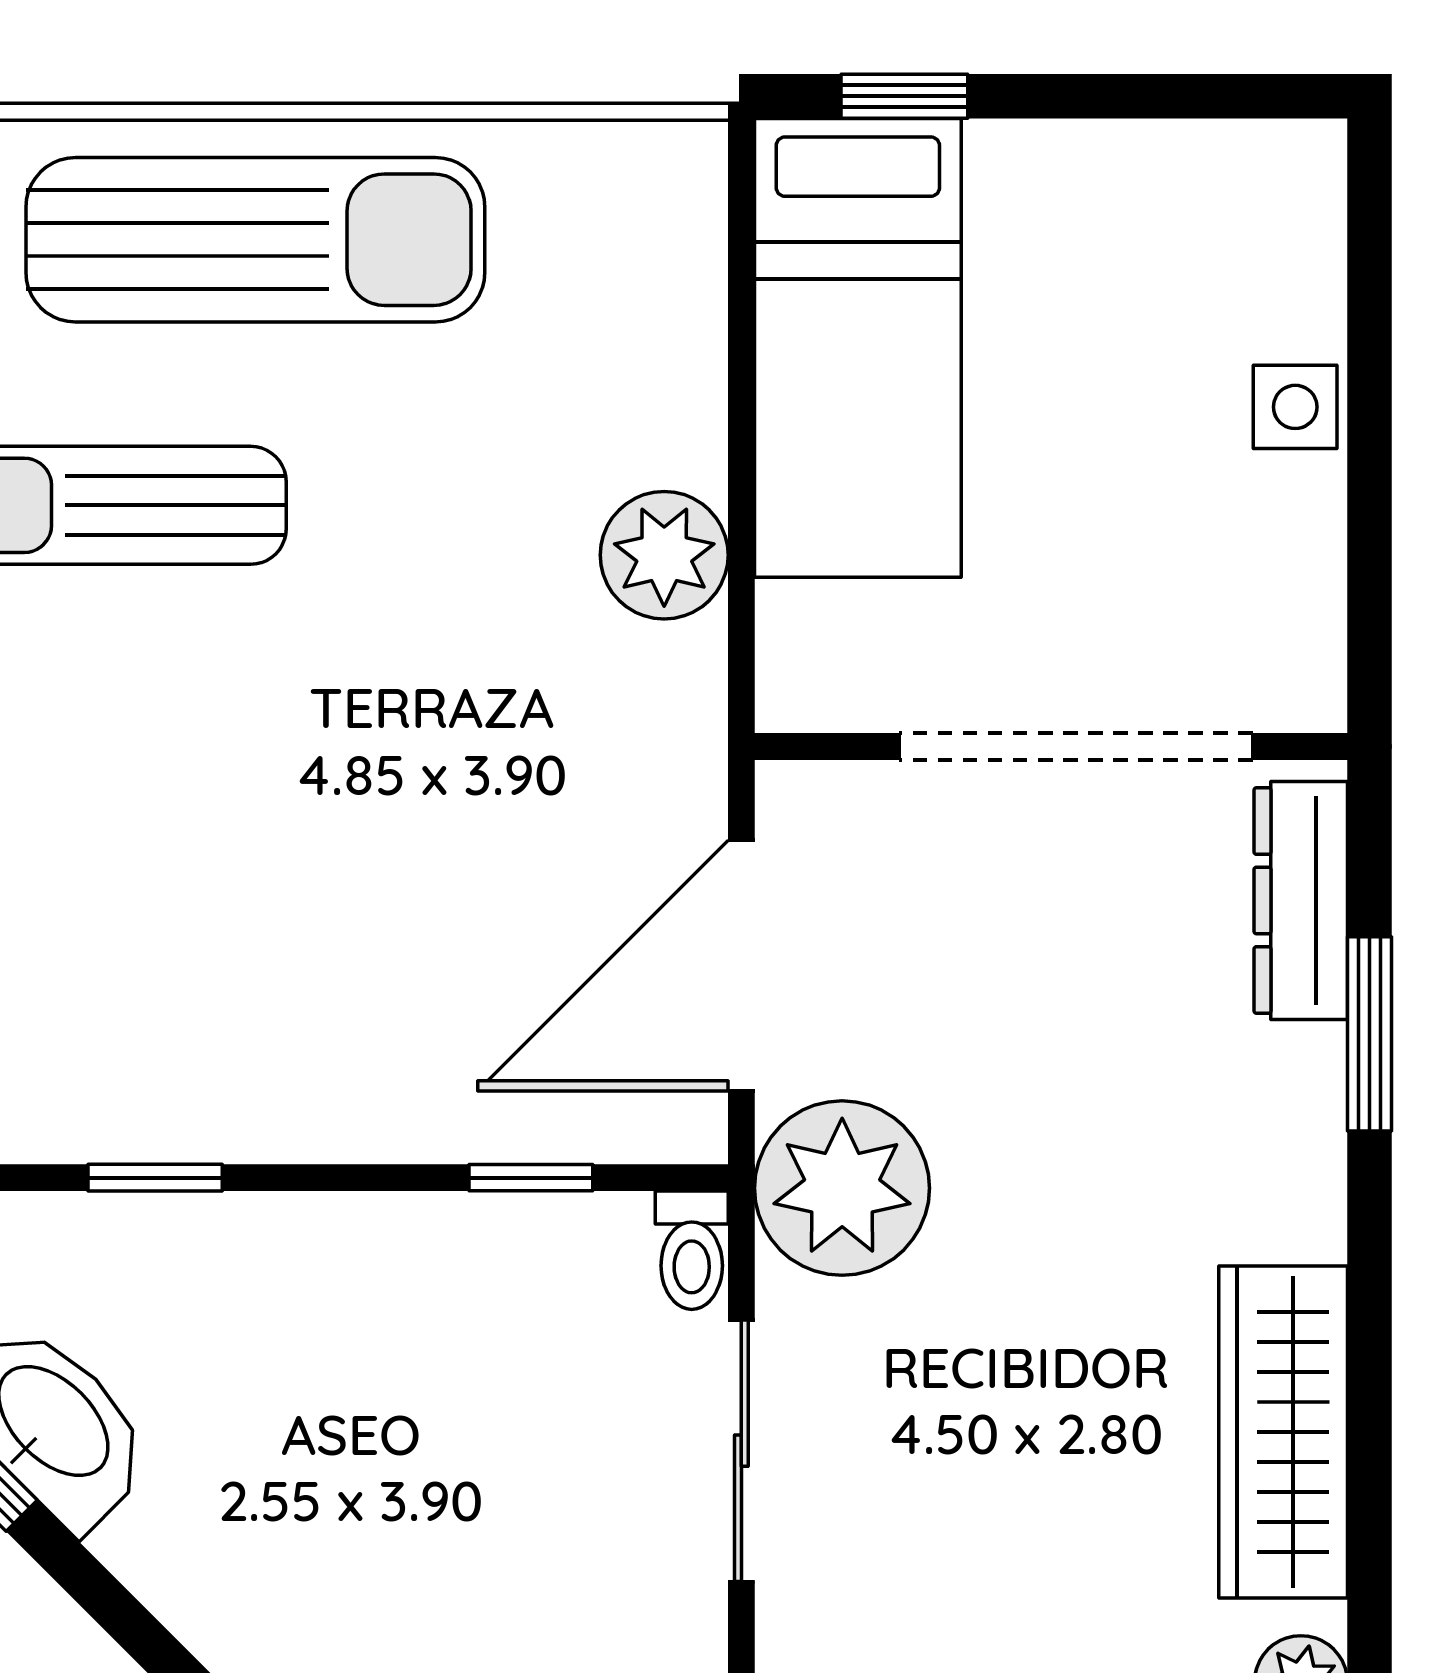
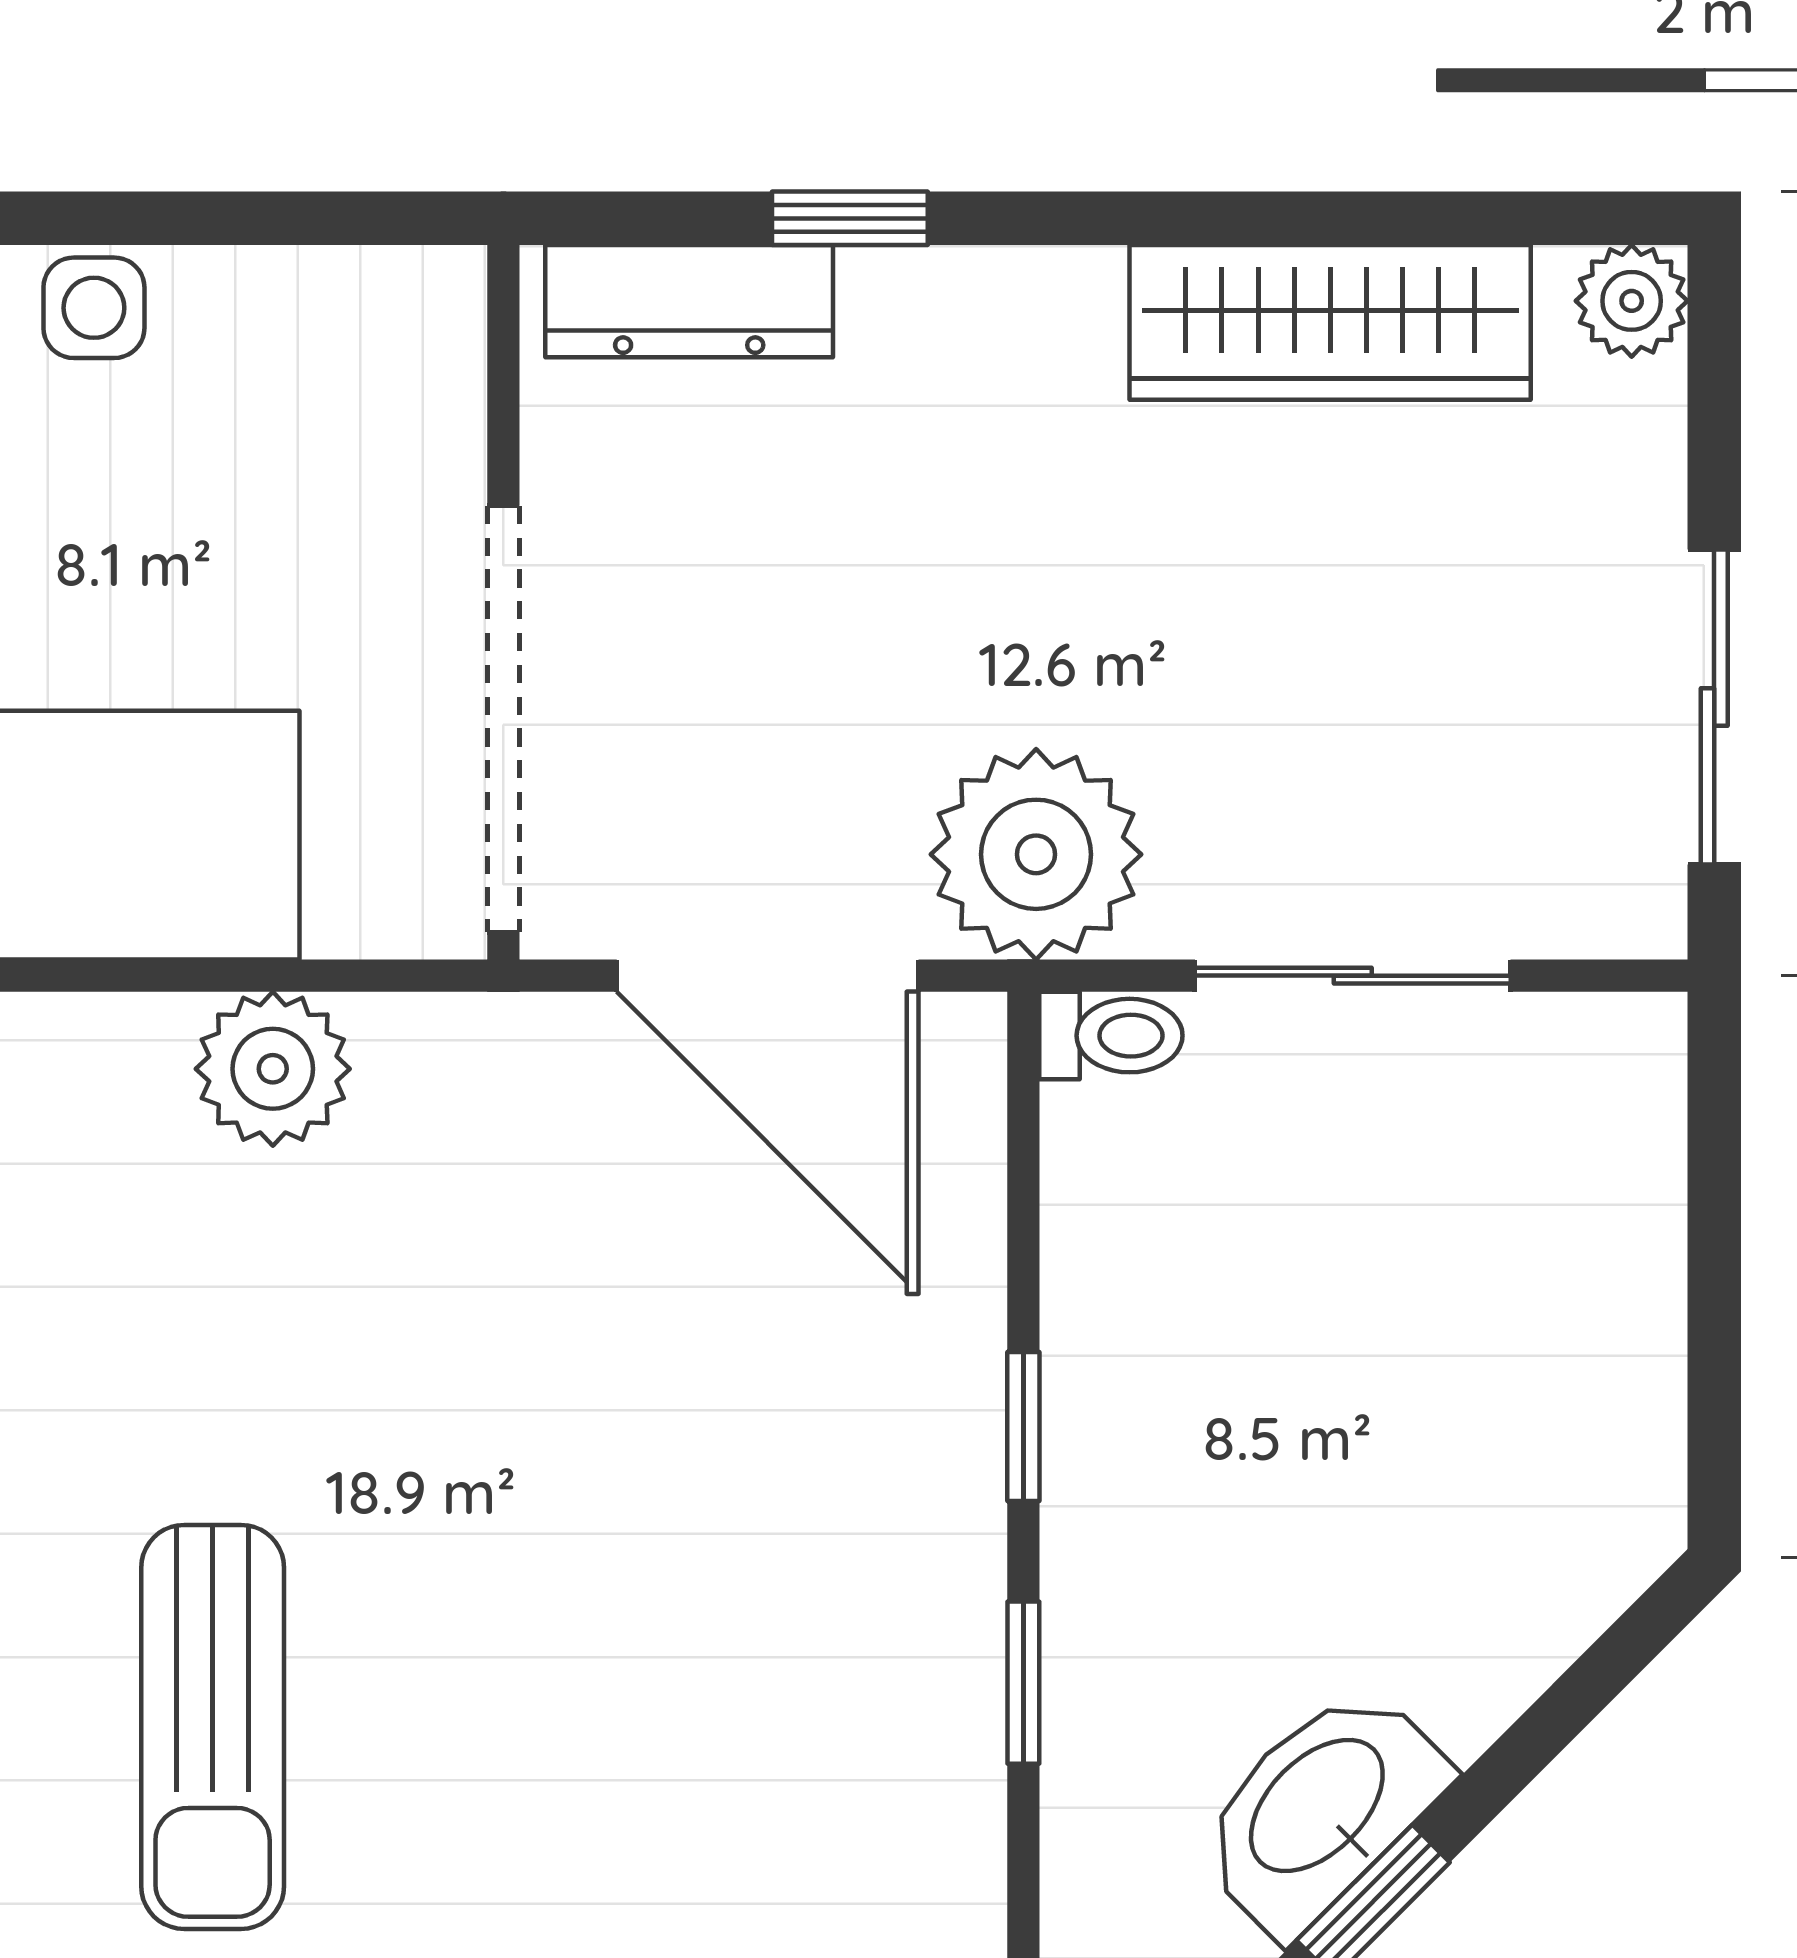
doorway: (1076, 746) -> (503, 719), moved
window: (1369, 1034) -> (850, 218), width x0.67
window: (531, 1178) -> (1023, 1427), moved

